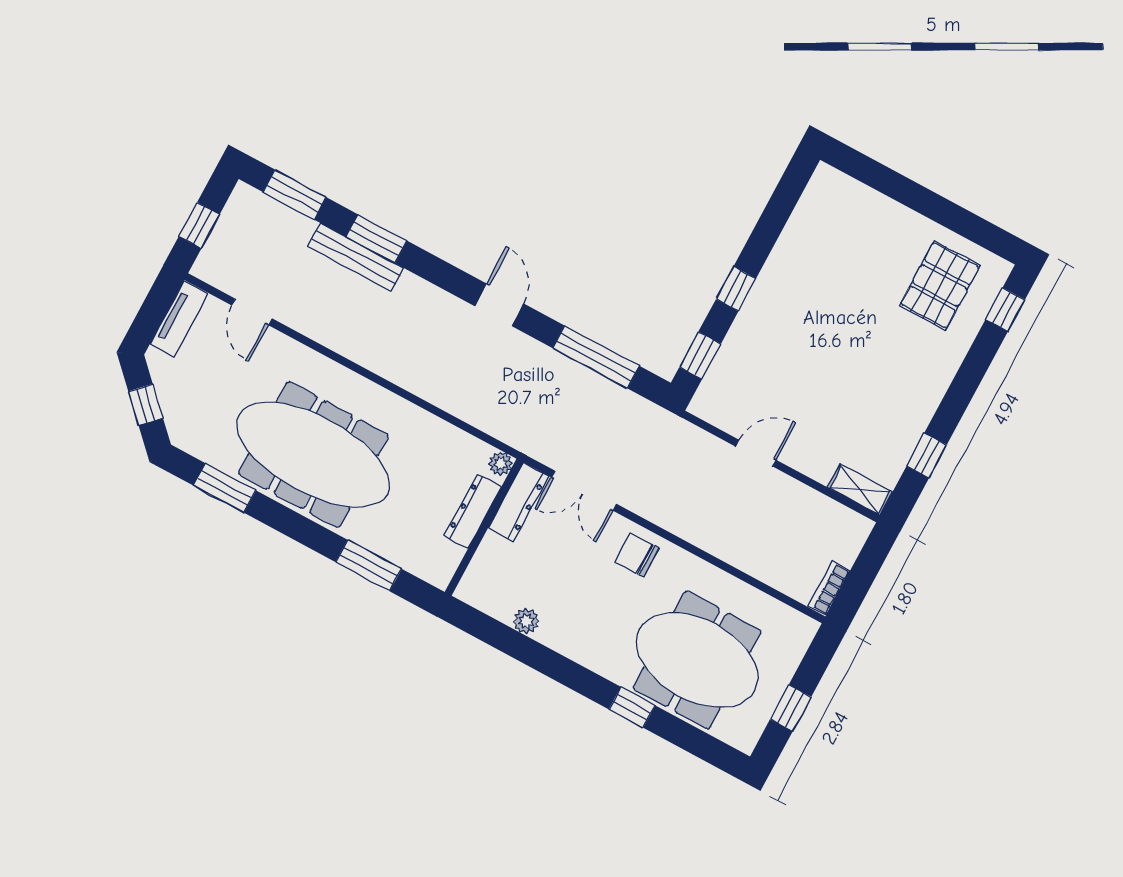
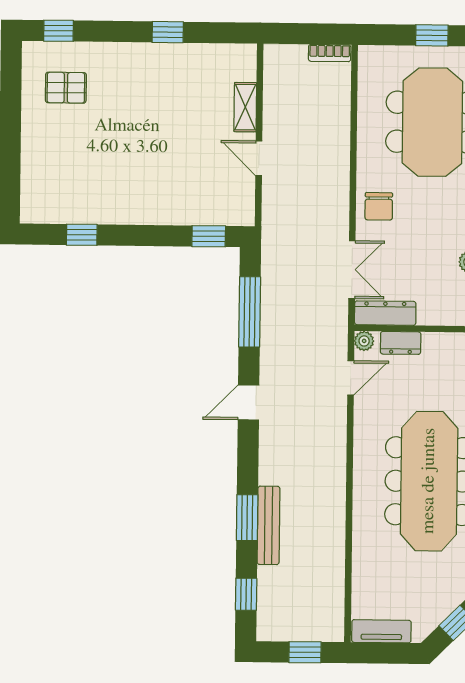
window: (295, 195) -> (246, 594), width x0.67
pallet: (940, 285) -> (66, 88), width x0.67, depth x0.71
window: (736, 289) -> (82, 235), moved
door: (252, 312) -> (351, 378), moved
window: (927, 455) -> (168, 32), moved
shelving: (860, 490) -> (245, 107), moved
dresser: (473, 511) -> (401, 343), width x0.70

